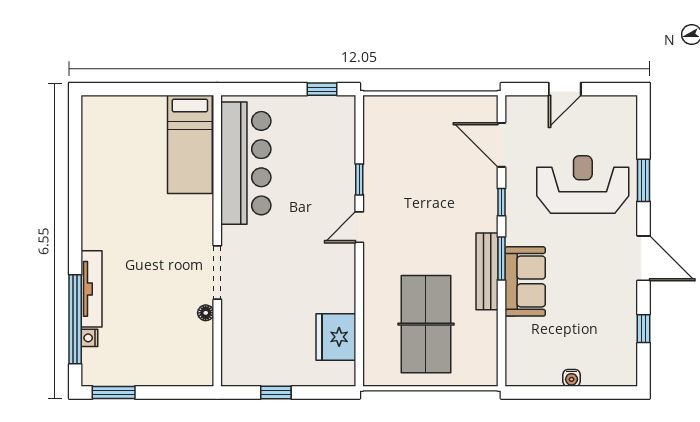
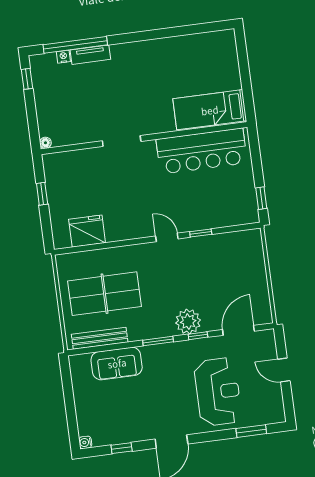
window: (643, 180) -> (251, 431), moved
plant: (480, 213) -> (188, 322), added
bench: (487, 271) -> (100, 338), moved
sofa: (525, 281) -> (117, 363), moved
tv unit: (92, 289) -> (90, 55), width x0.71
floor lamp: (206, 313) -> (45, 143), moved
water cooler: (572, 378) -> (85, 442), moved
window: (114, 393) -> (27, 79), width x0.67

